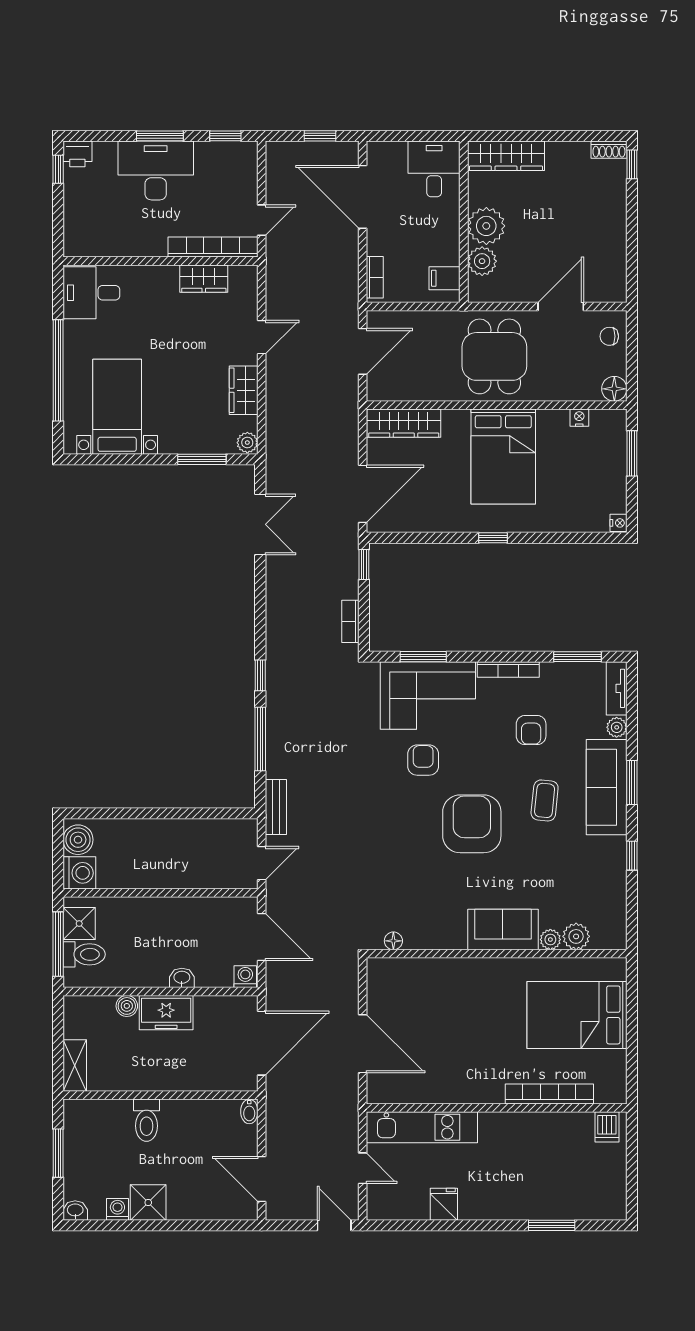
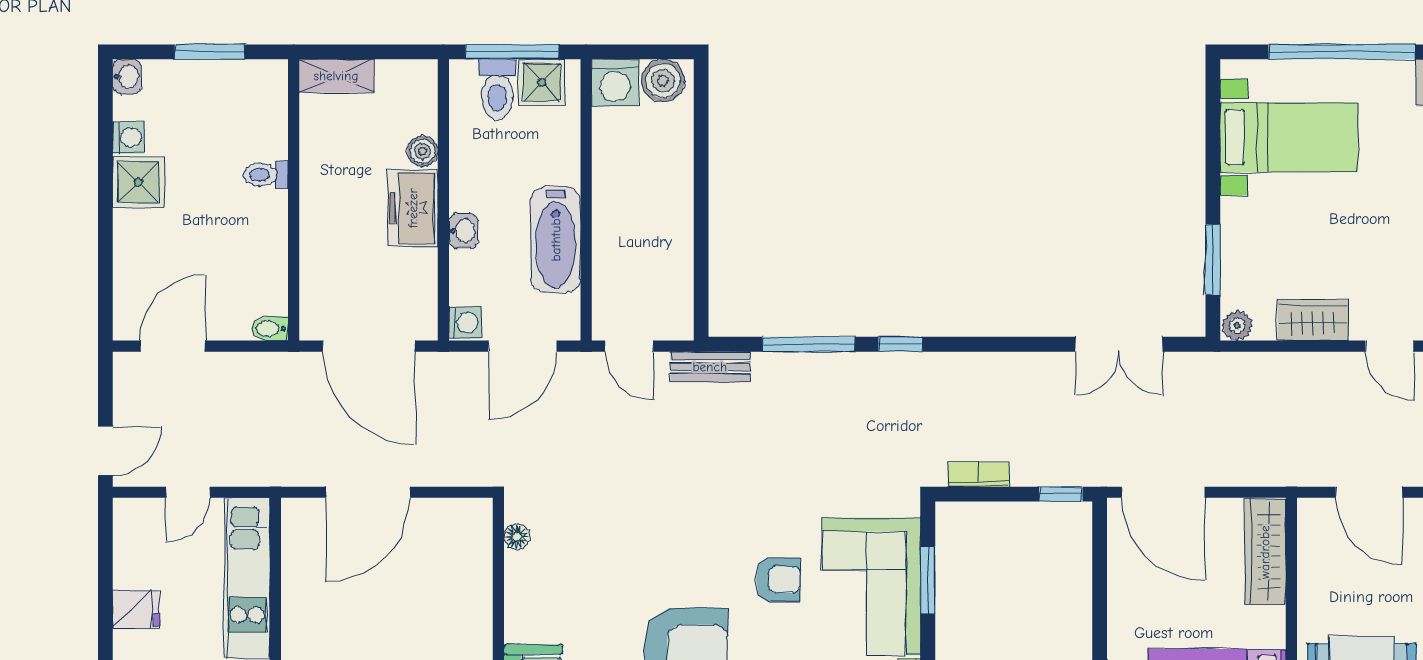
bathtub: (188, 914) -> (556, 240), added
toilet: (147, 1120) -> (266, 175), width x0.73, depth x0.72

